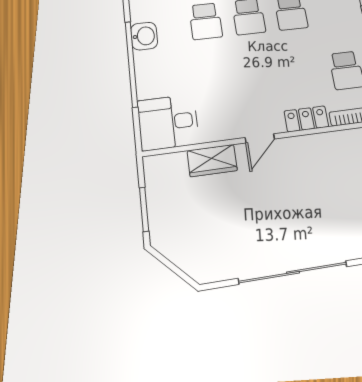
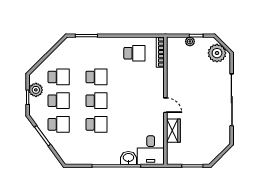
washbasin: (144, 36) -> (128, 158), moved
locker: (306, 119) -> (158, 80), removed

